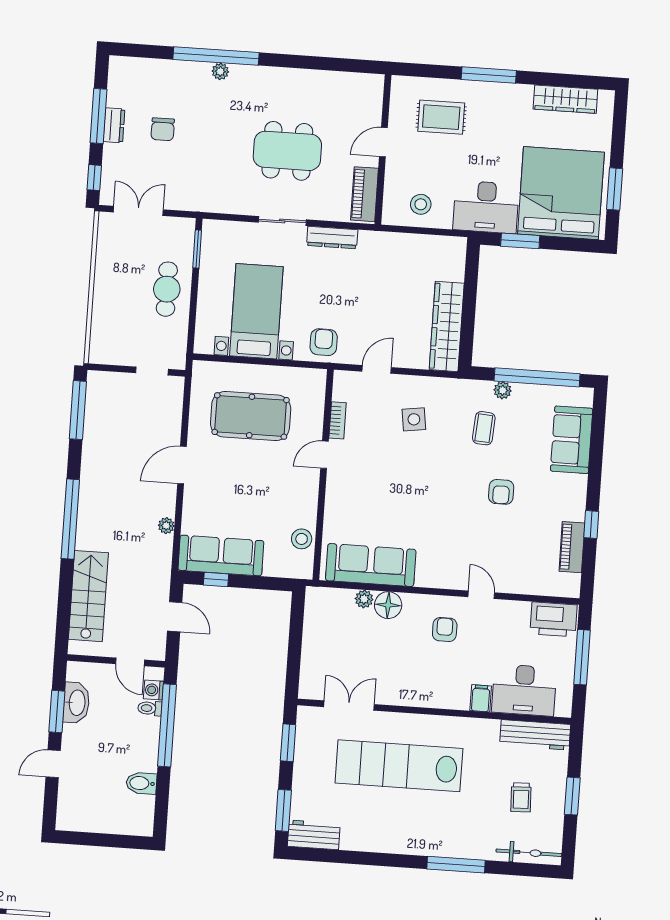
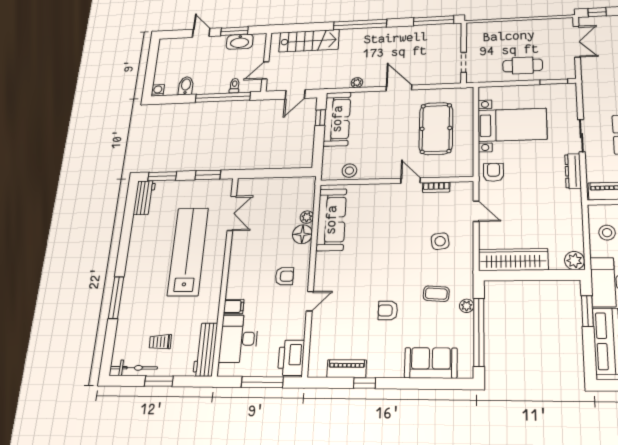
plant: (454, 249) -> (574, 261), added
armchair: (324, 342) -> (493, 172), turned -90
washing machine: (154, 690) -> (158, 90), moved
bicycle: (529, 853) -> (134, 368), moved, turned -90

